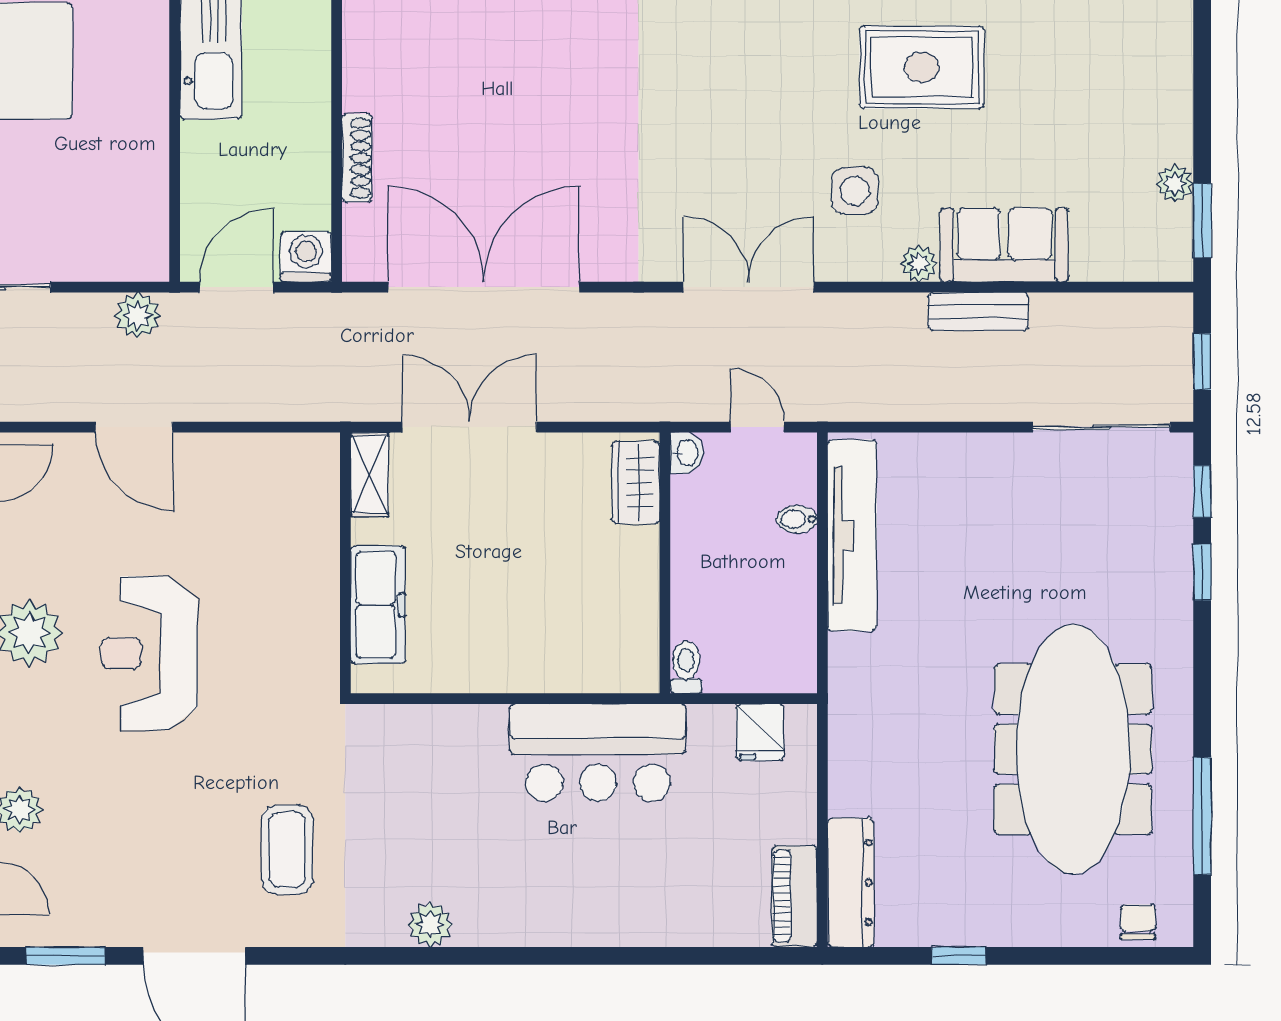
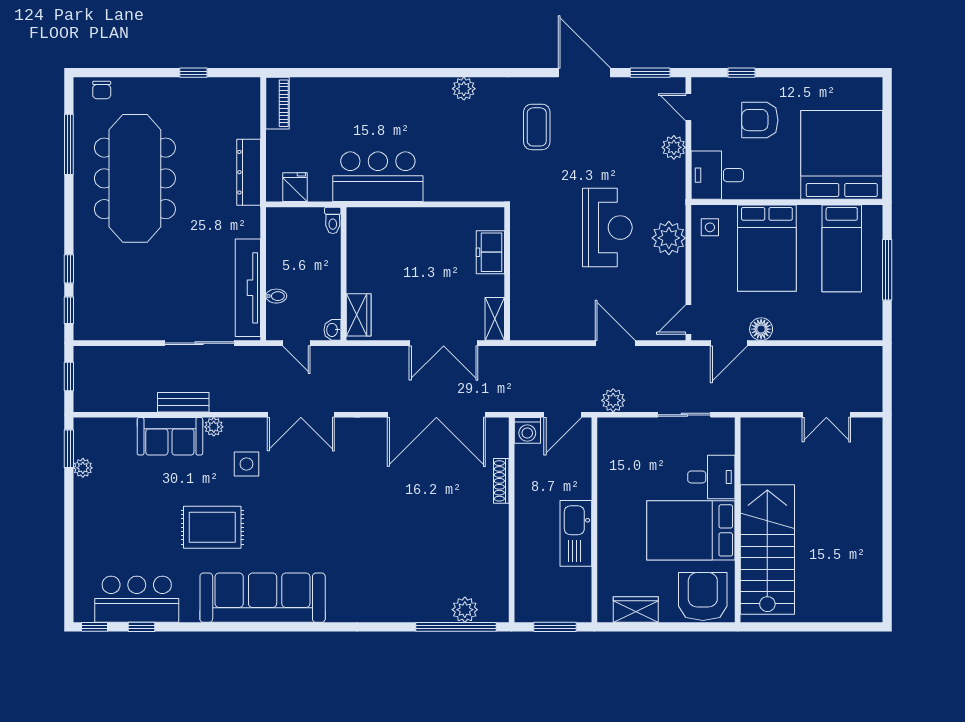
sliding door: (1101, 427) -> (199, 343), moved
freezer: (378, 605) -> (490, 252), width x0.71
dresser: (851, 882) -> (249, 172), moved

